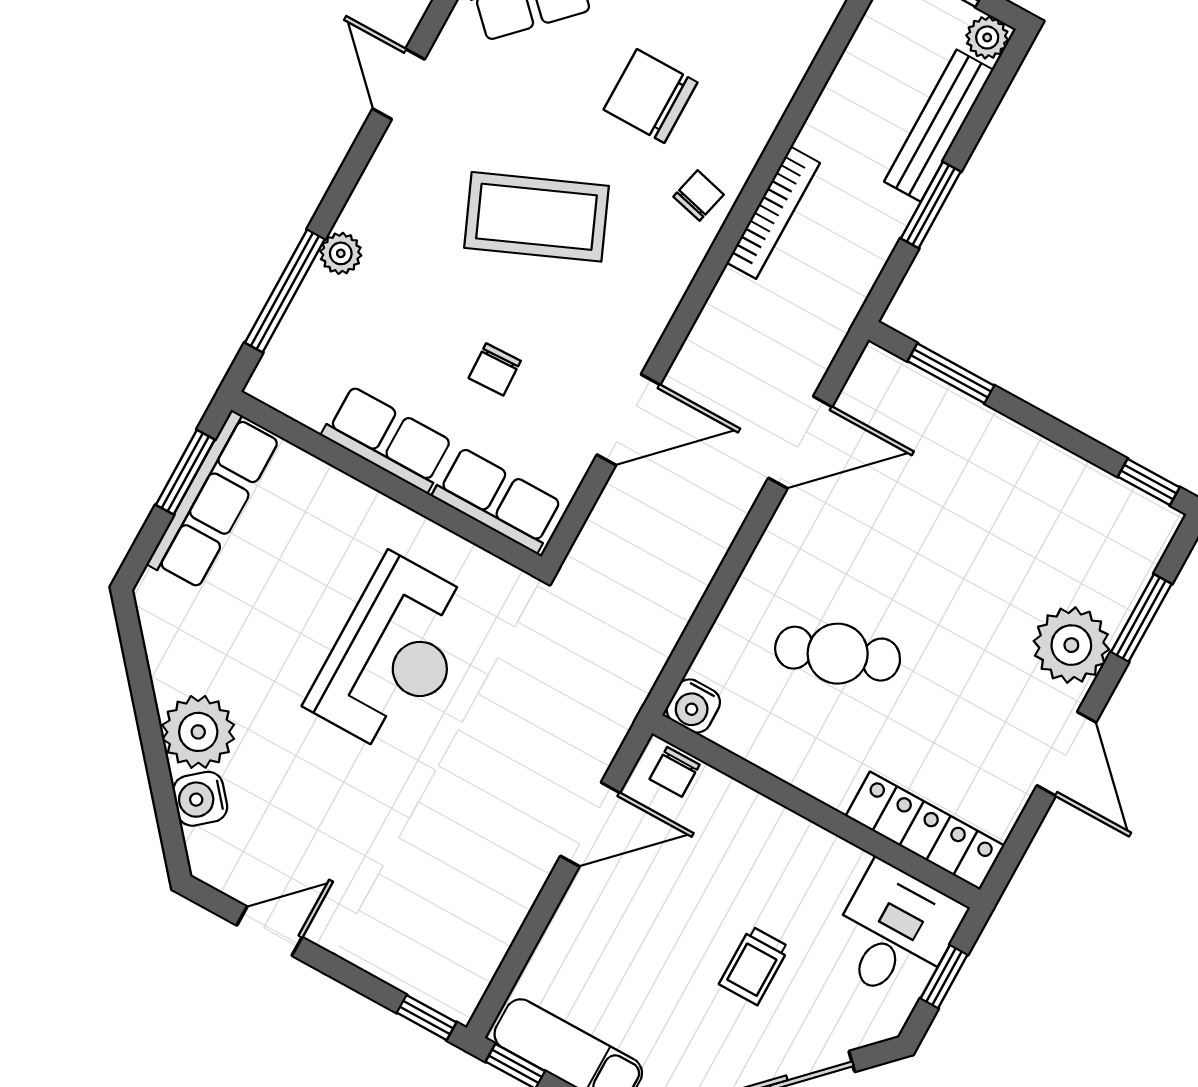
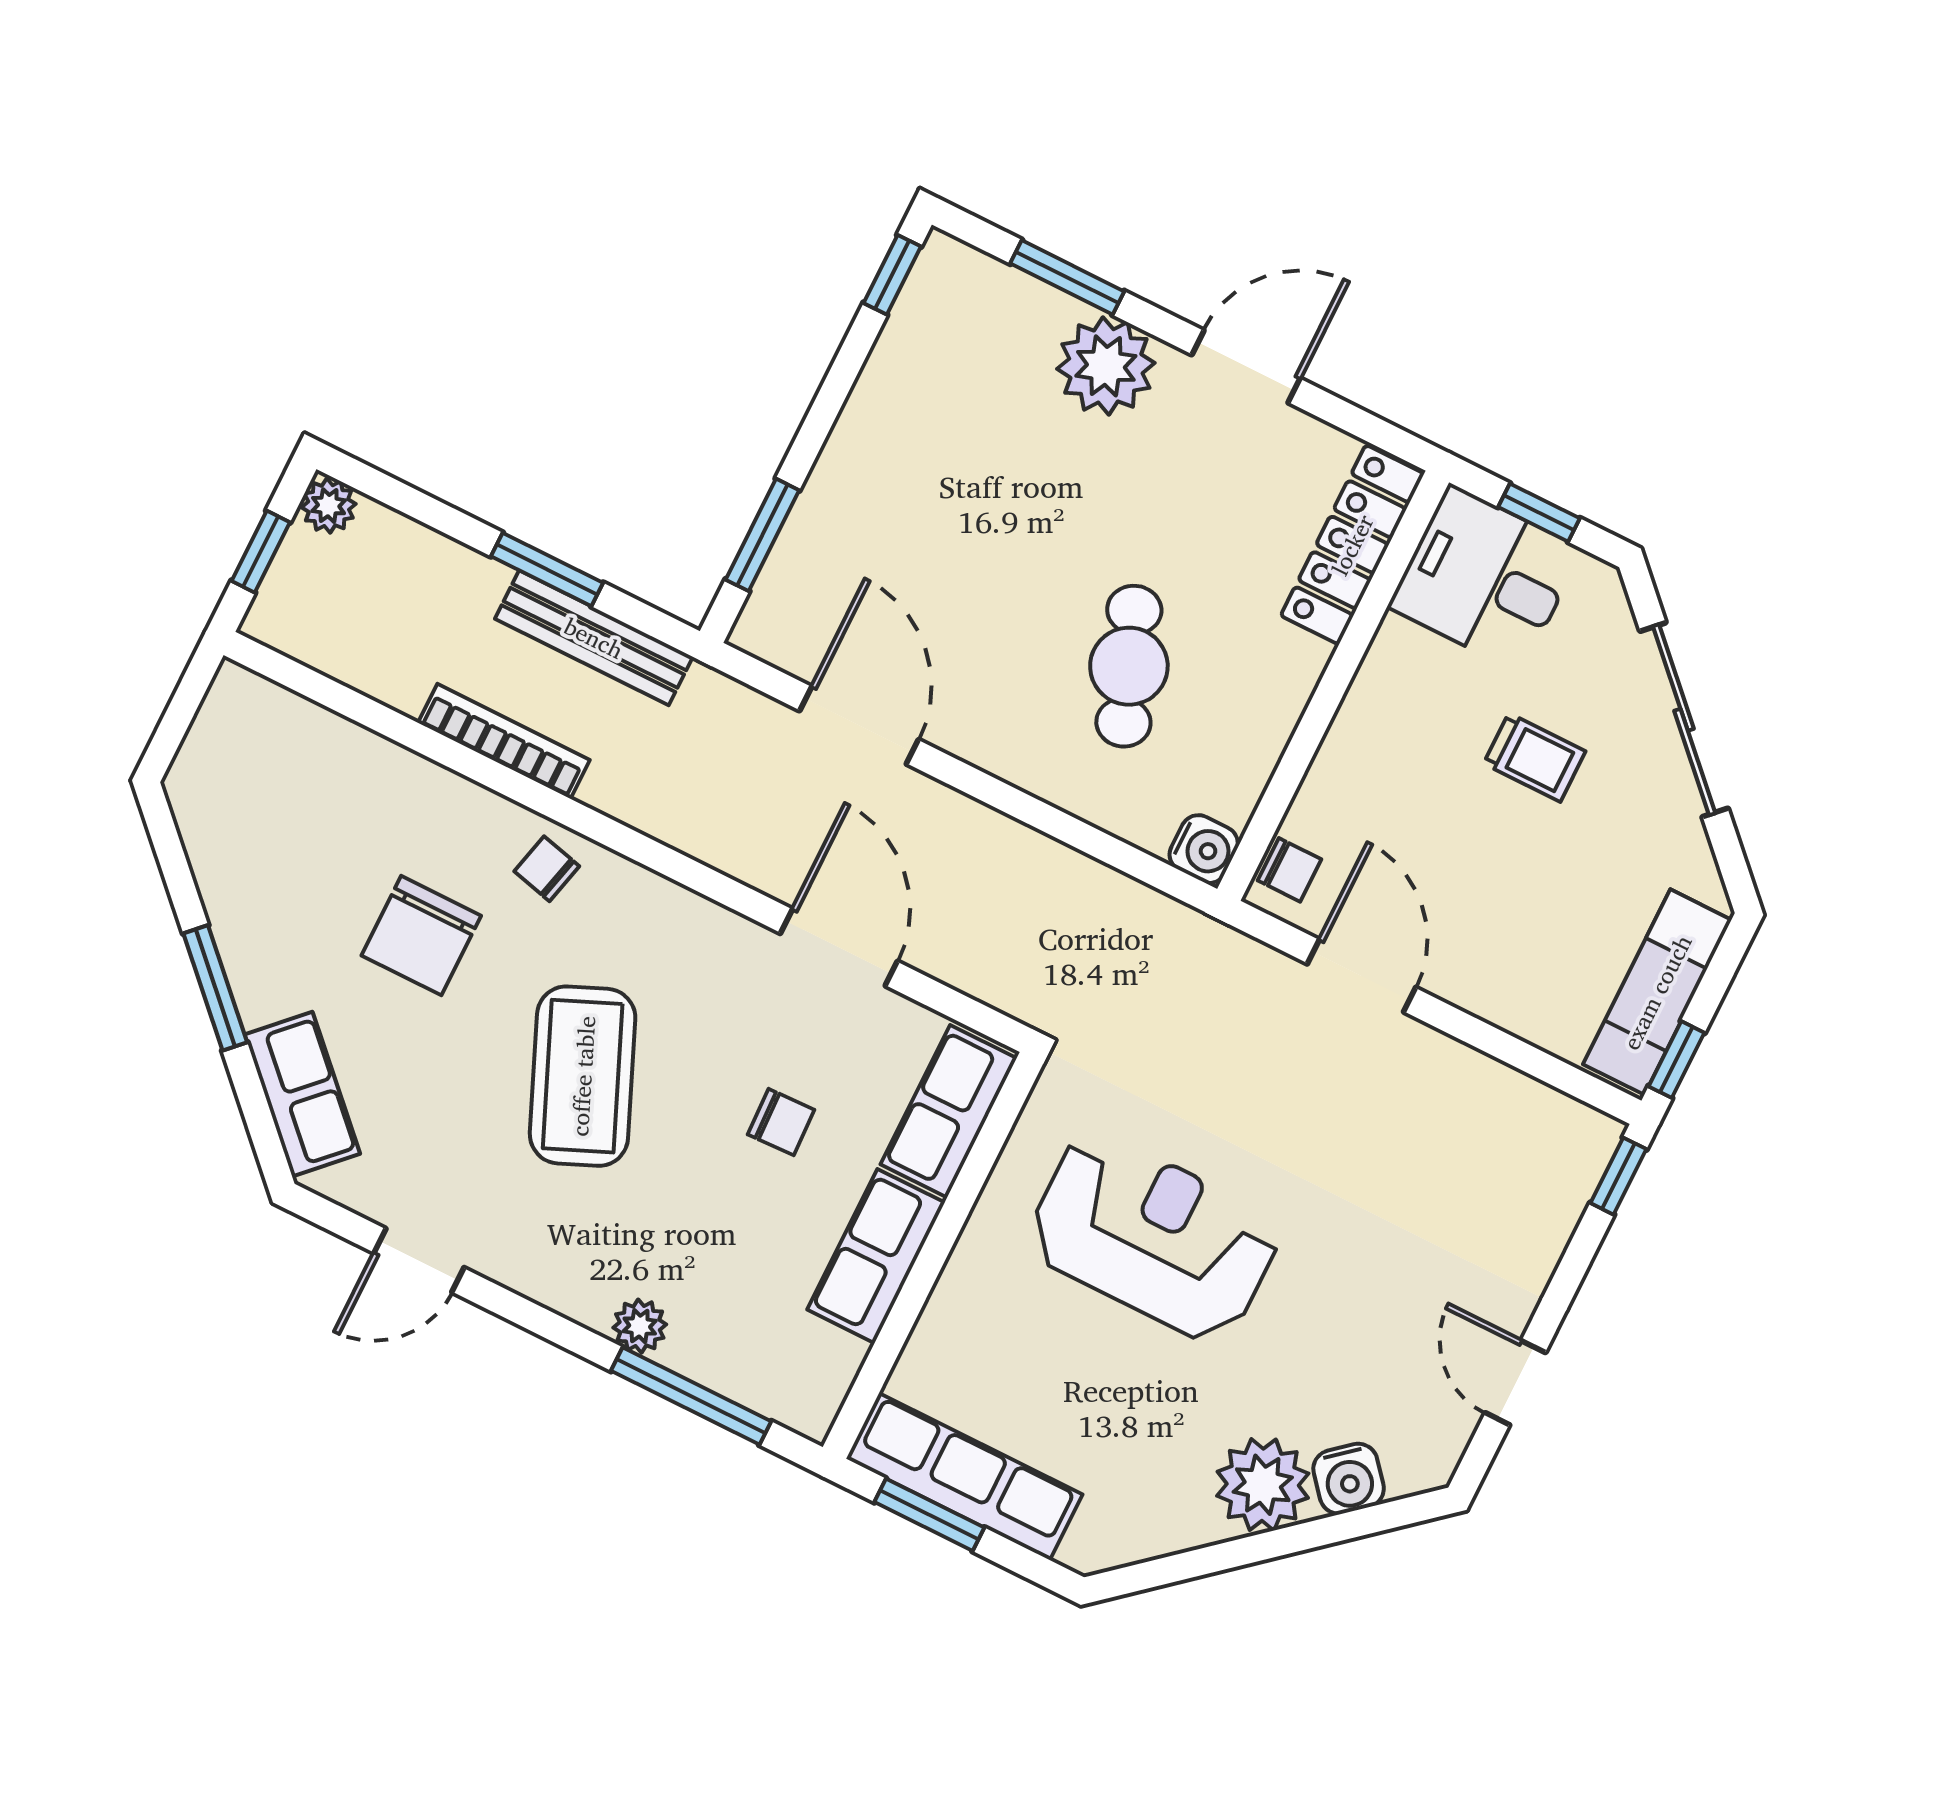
bench: (939, 126) -> (594, 638), moved
bookcase: (773, 213) -> (504, 741), moved

